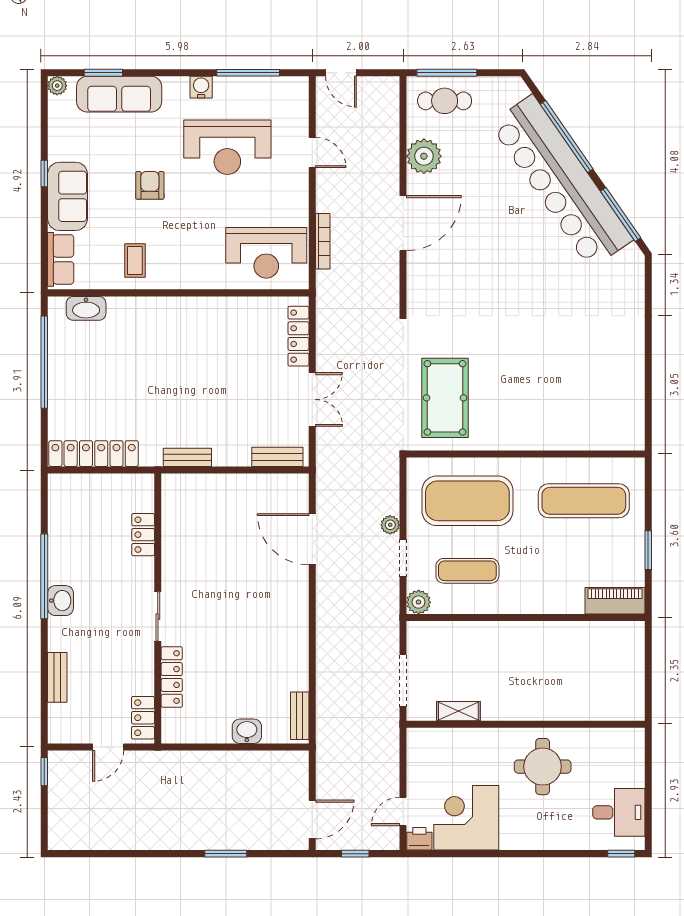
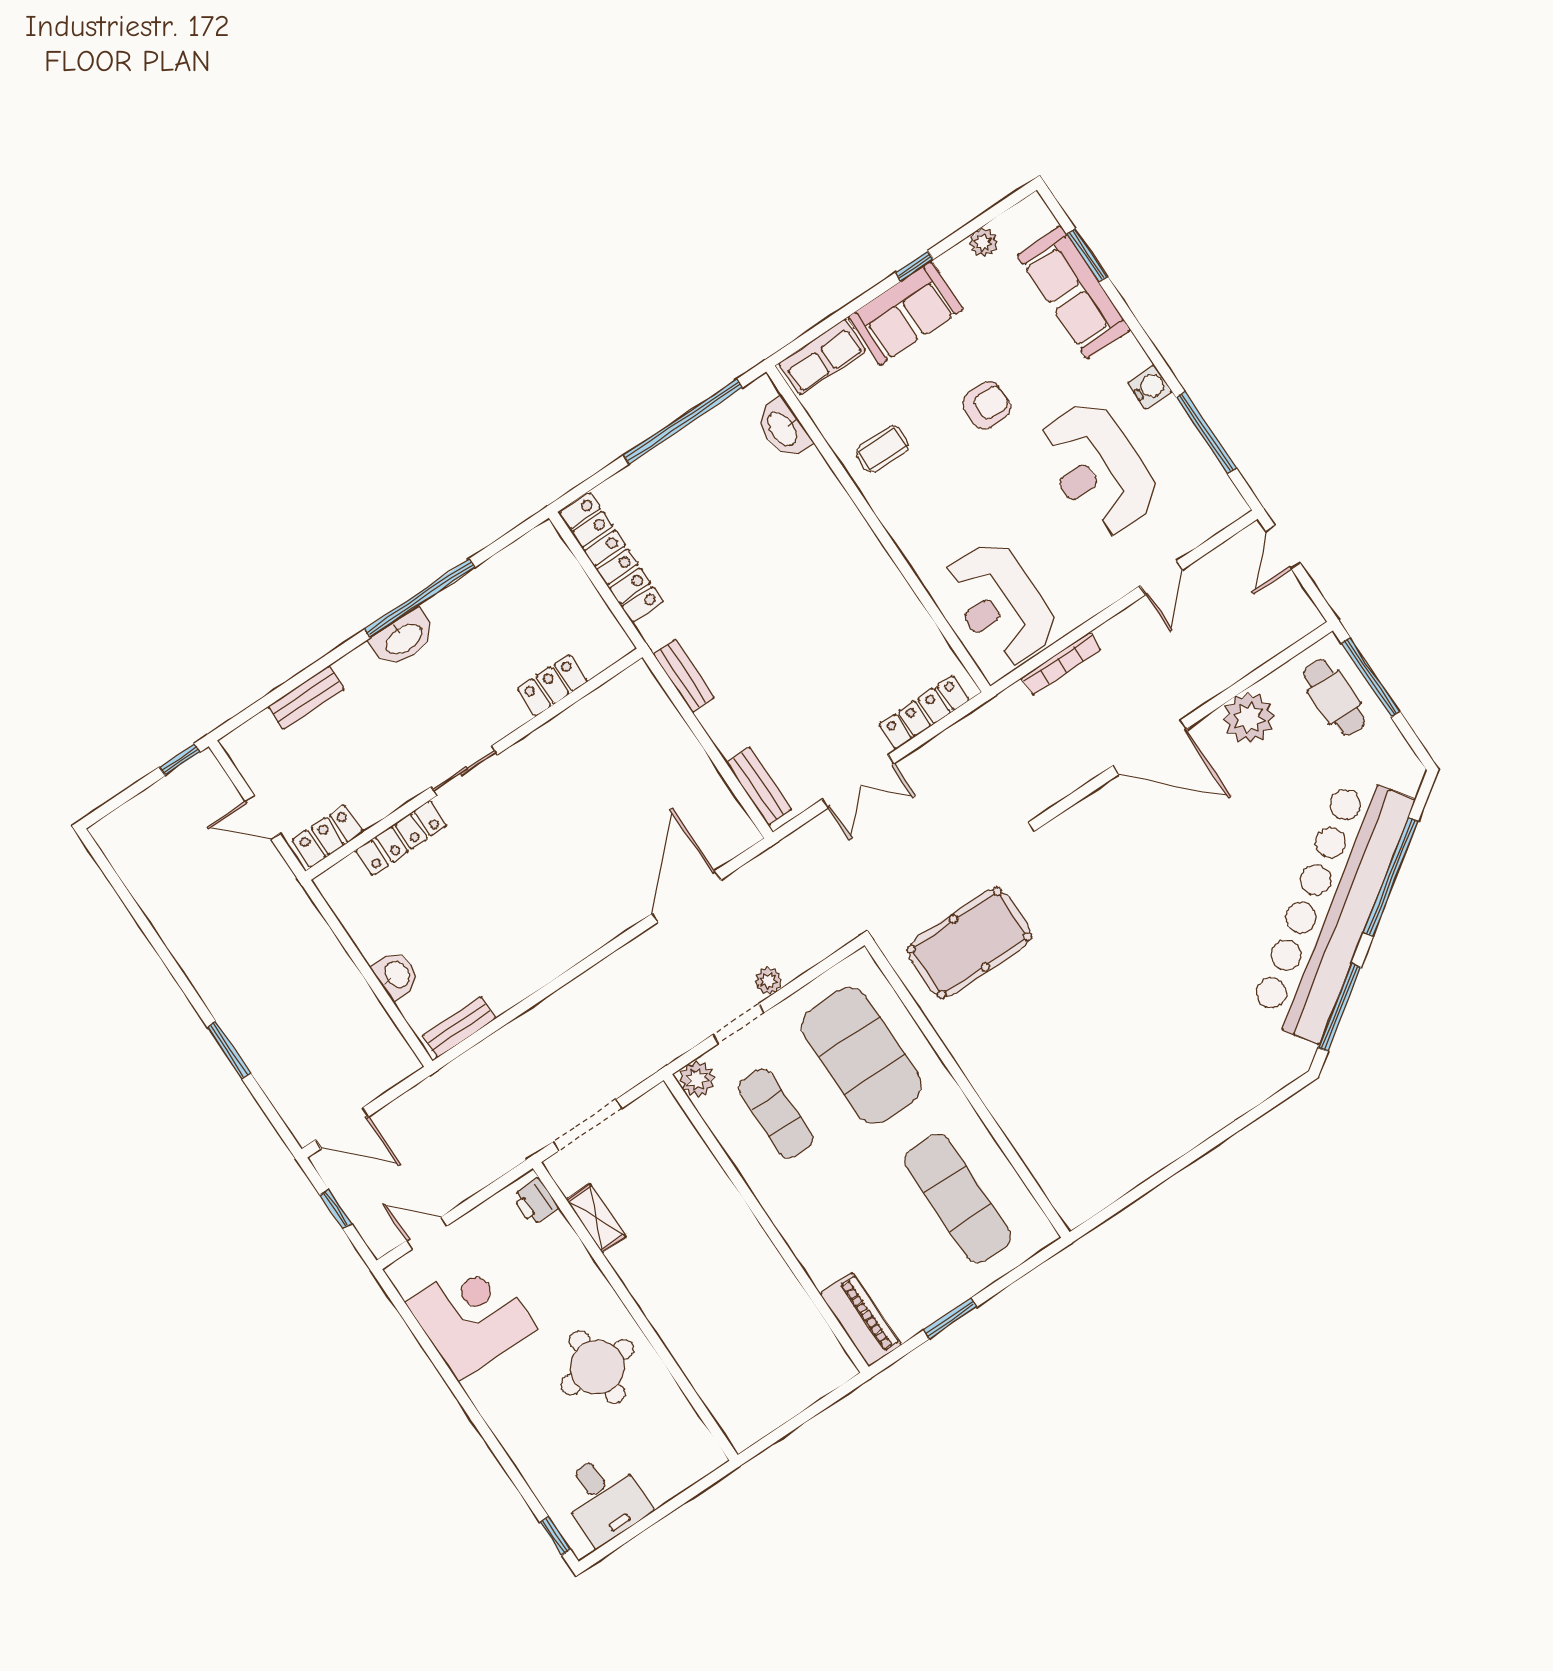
plant: (57, 86) -> (983, 243), moved
washbasin: (61, 601) -> (403, 638), width x1.38
printer: (419, 839) -> (535, 1202), moved, turned 180

